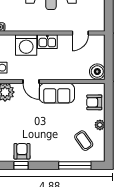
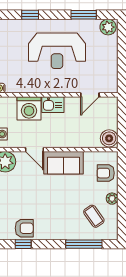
armchair: (22, 151) -> (24, 228), turned 90

